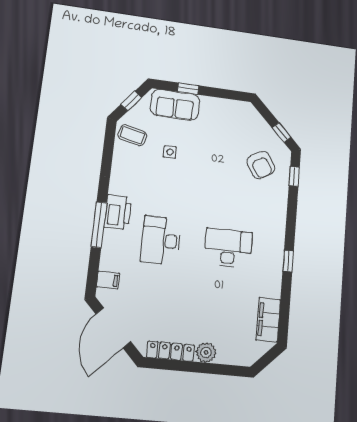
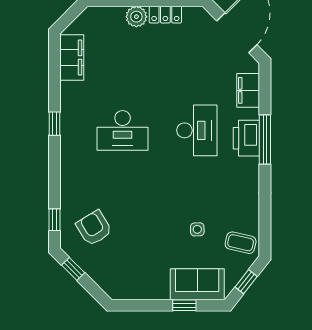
printer: (118, 212) -> (246, 138), moved
filing cabinet: (108, 280) -> (248, 90), width x2.00
locker: (171, 351) -> (165, 15), width x0.66

